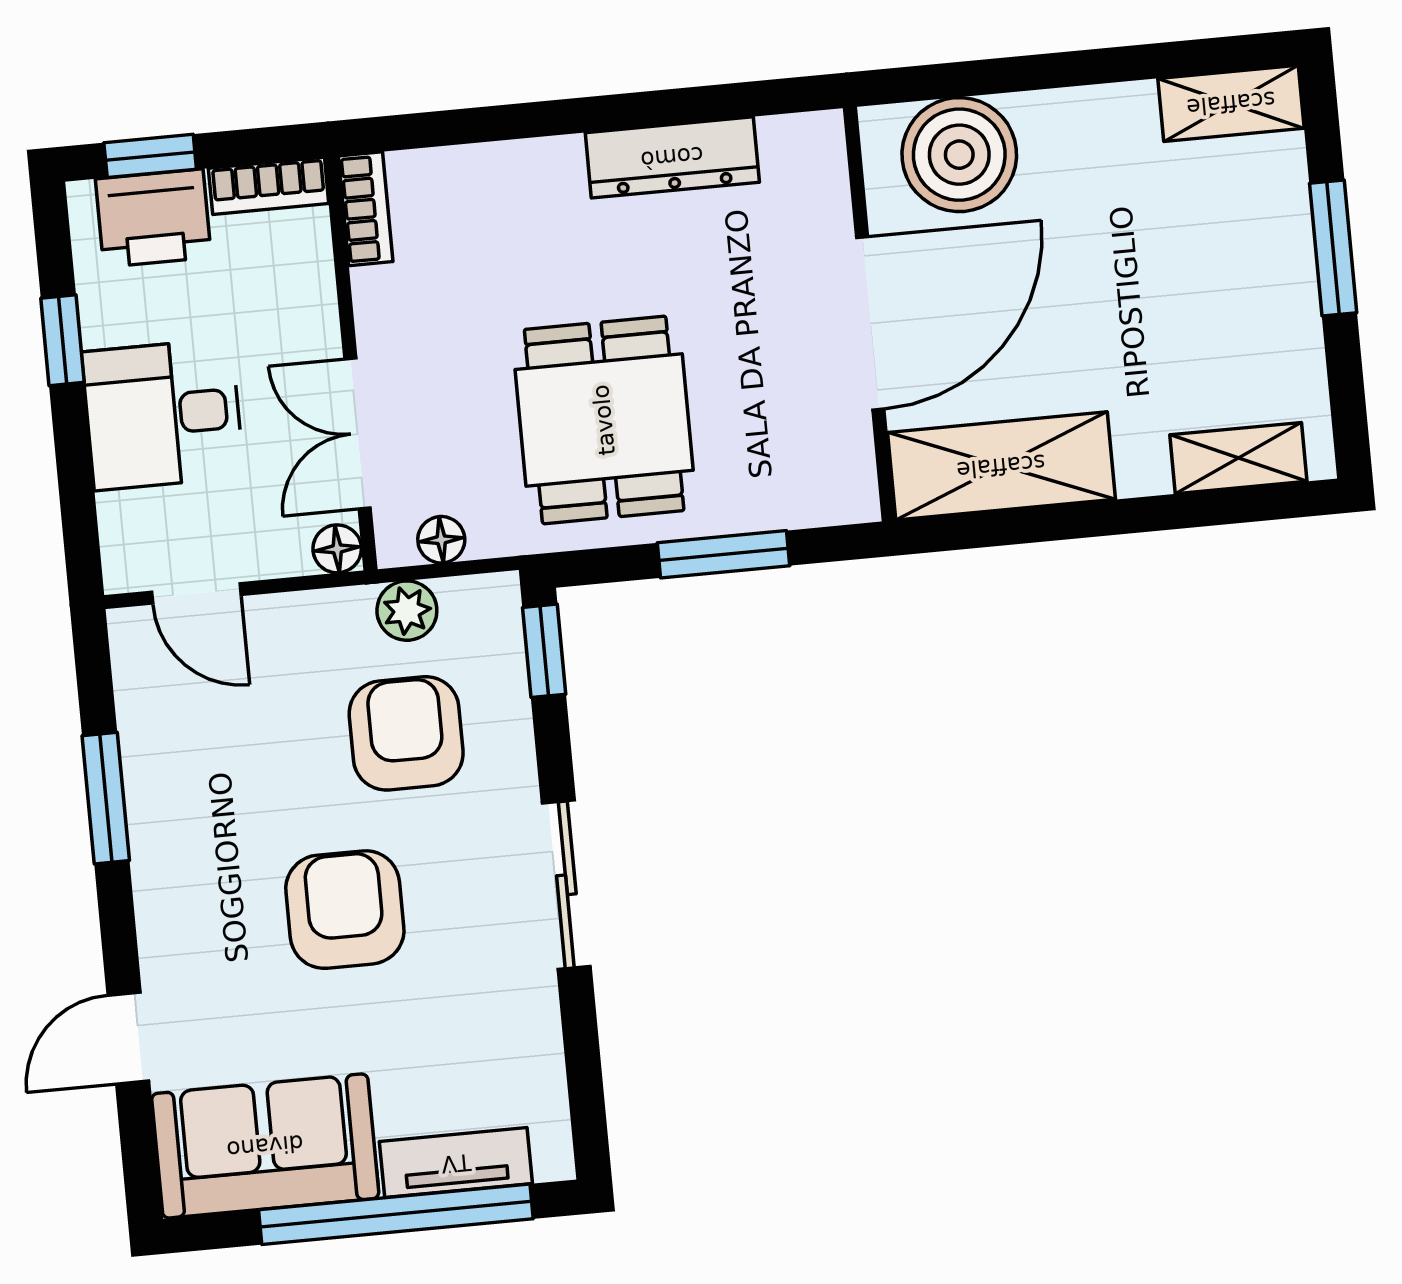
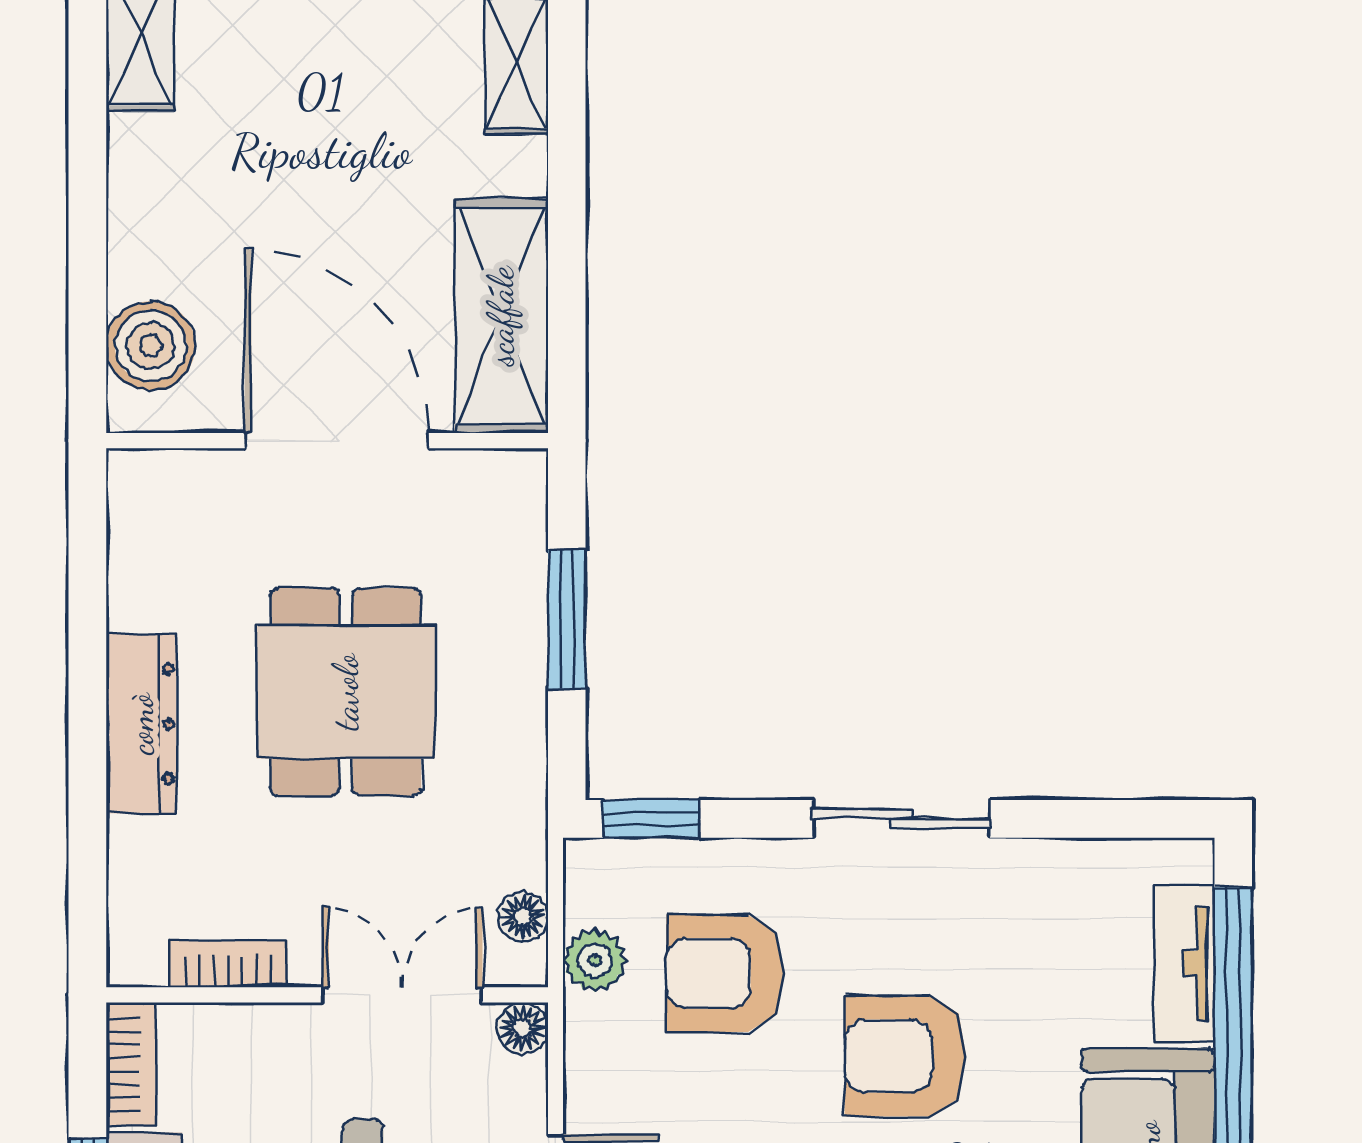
boiler: (959, 155) -> (151, 346), width x0.73, depth x0.73
dresser: (672, 157) -> (141, 724), moved
bookcase: (366, 209) -> (229, 964), moved
dining table: (604, 420) -> (346, 692), moved, turned 90
double door: (358, 434) -> (402, 995), swing flipped

